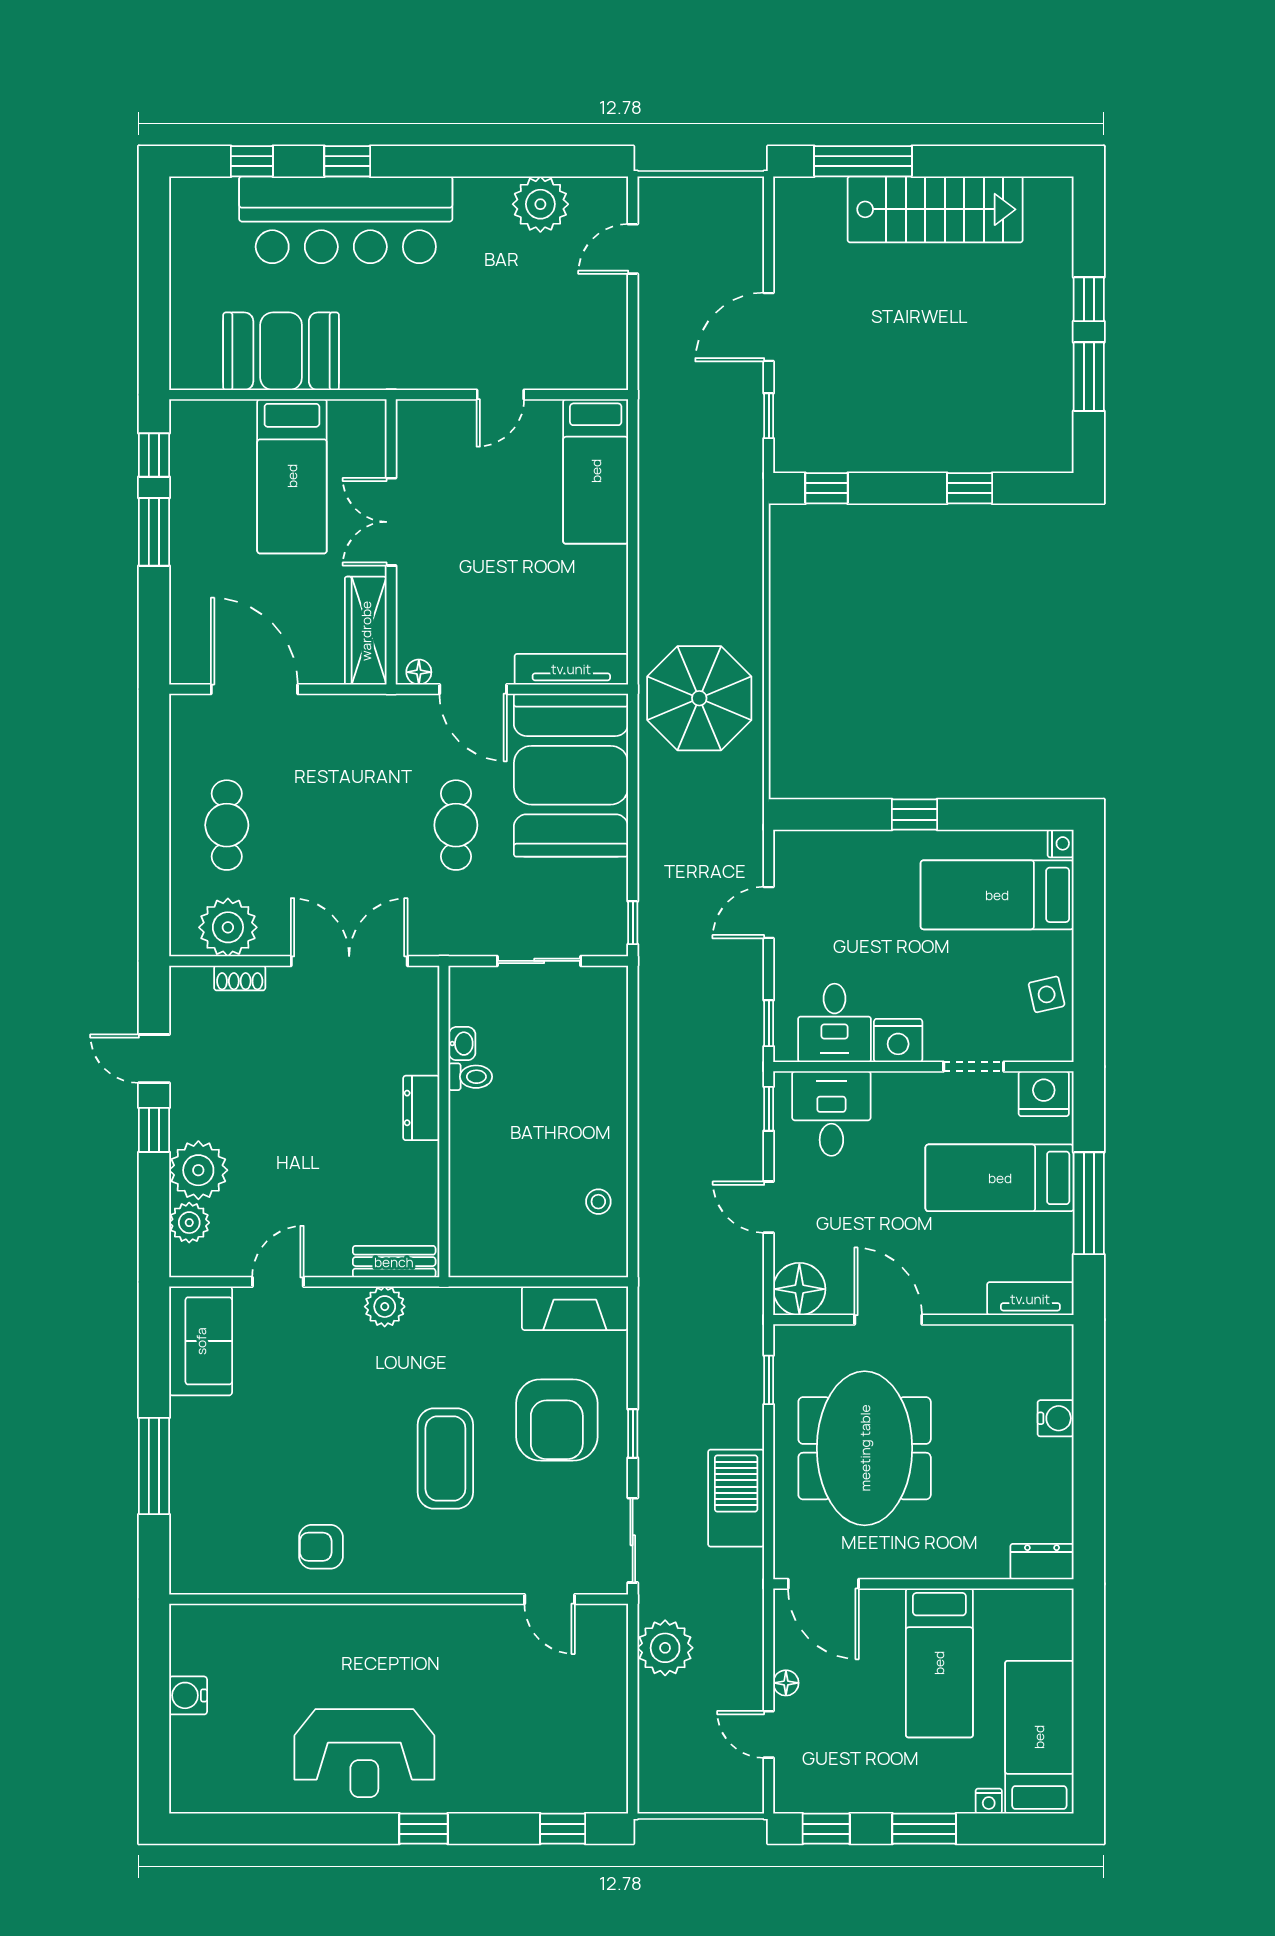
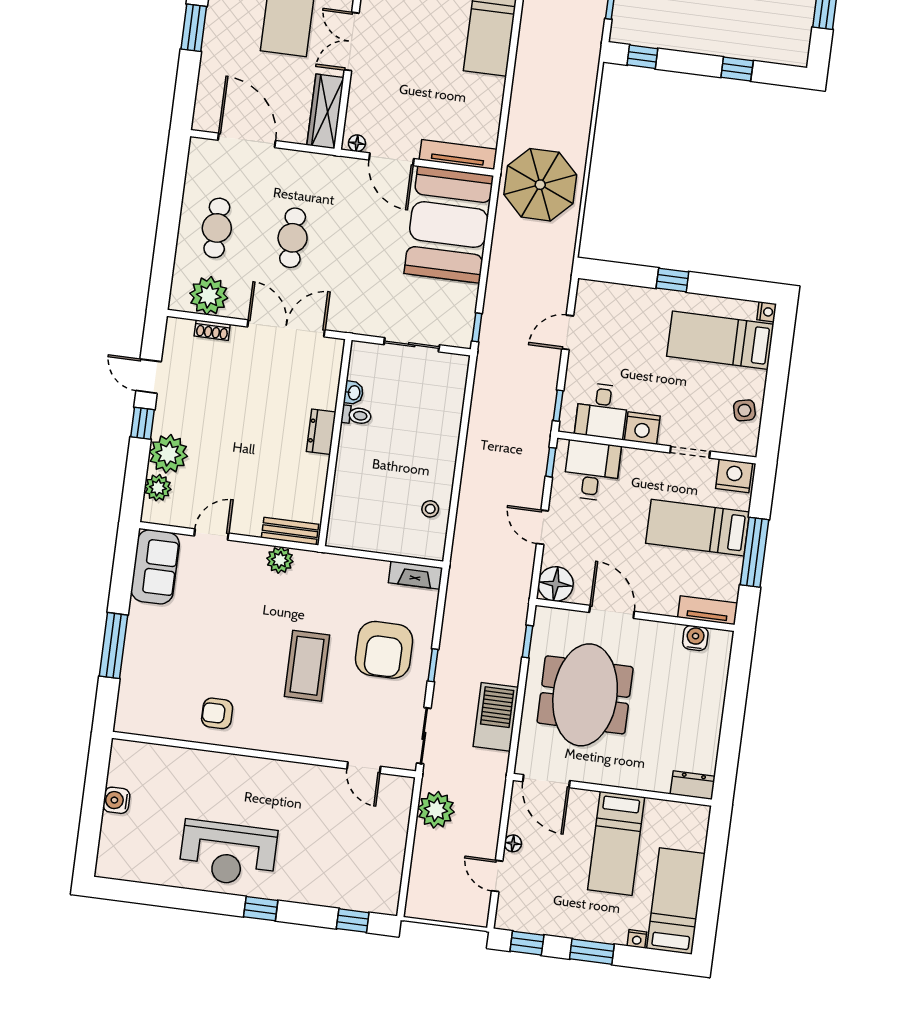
cafe table: (456, 825) -> (293, 238), moved
fireplace: (575, 1308) -> (415, 575), width x0.73, depth x0.76
water cooler: (1056, 1418) -> (695, 638), moved, turned -90

